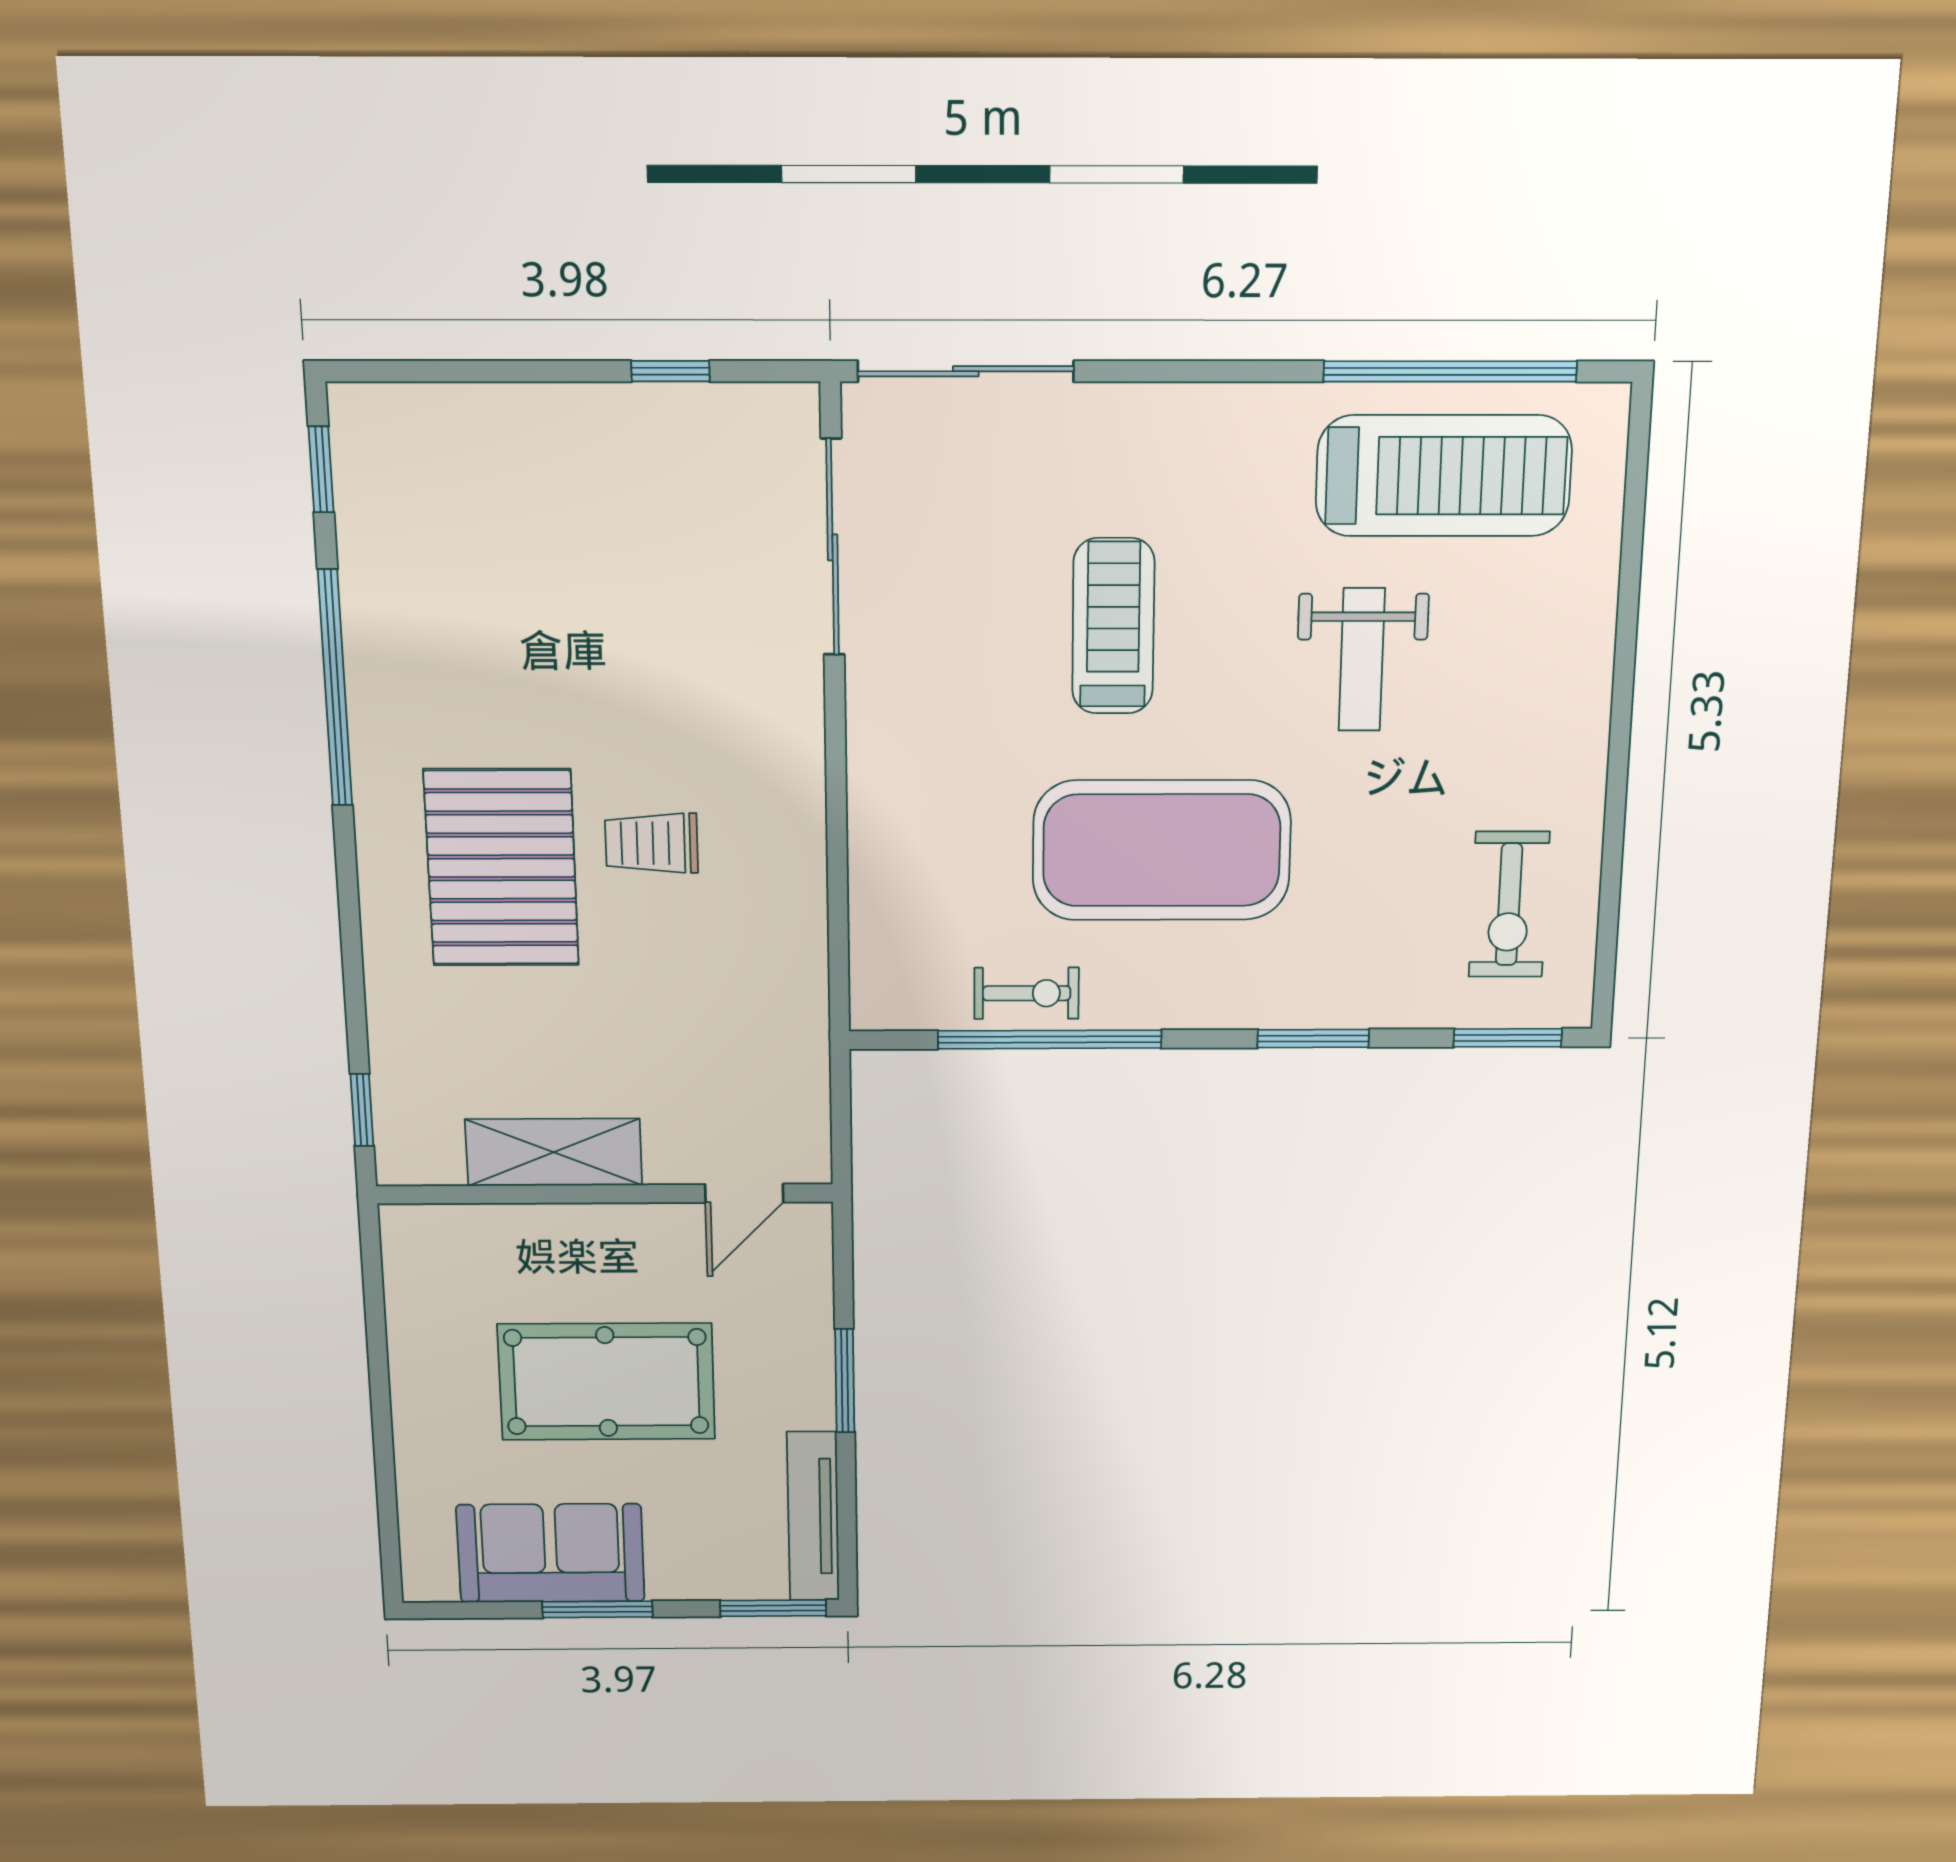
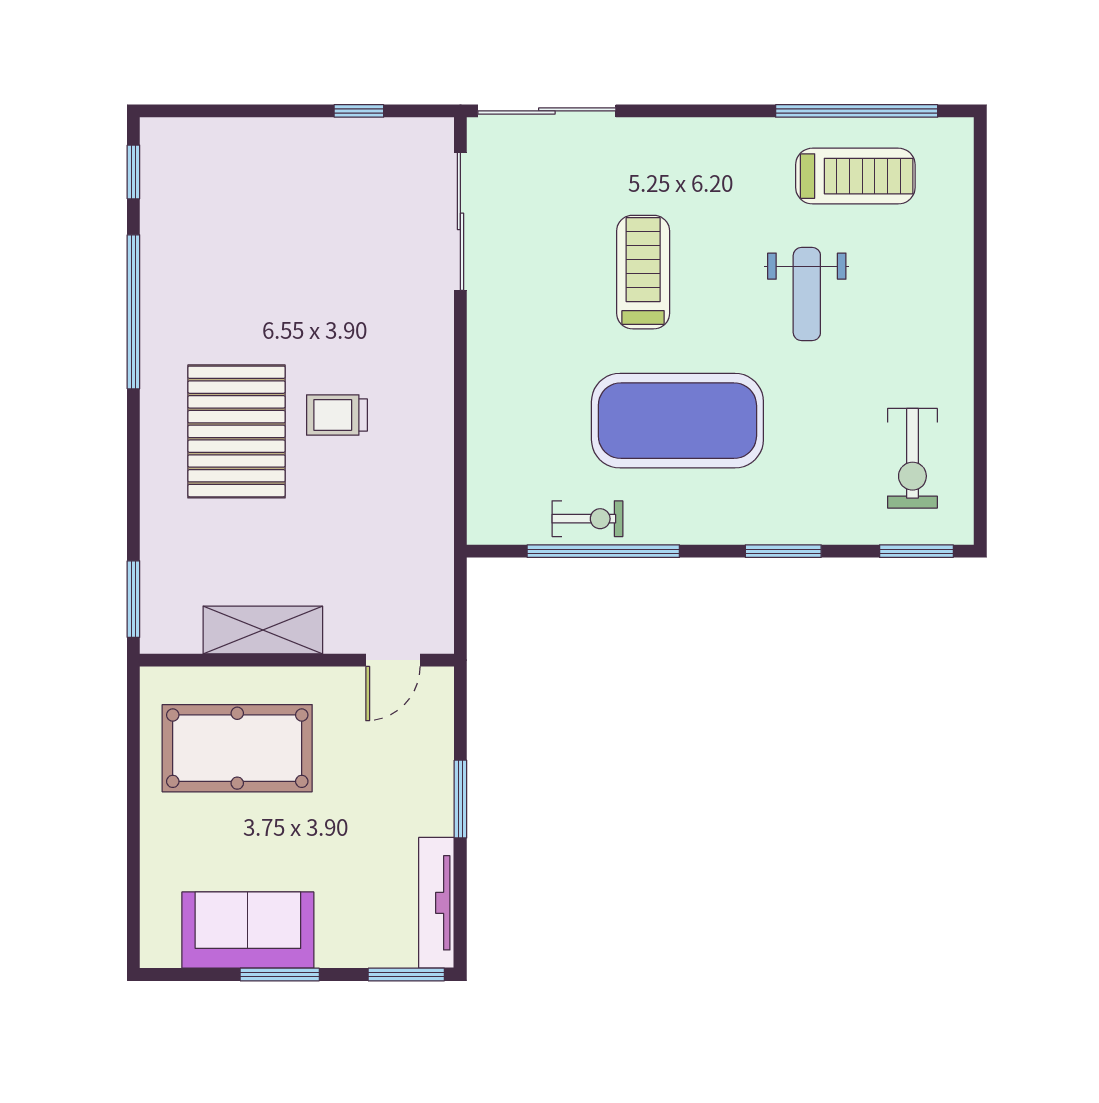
treadmill: (1444, 476) -> (855, 176), width x0.73, depth x0.73
window: (362, 1110) -> (133, 599), width x1.50
pool table: (607, 1382) -> (237, 748), moved

